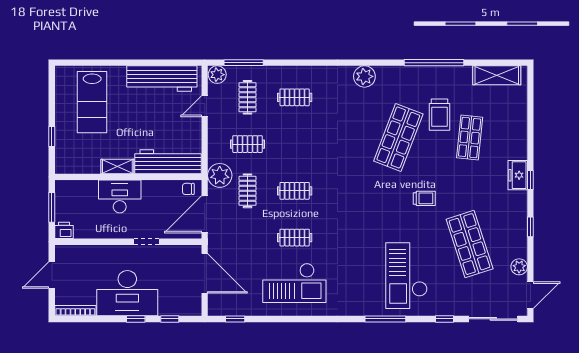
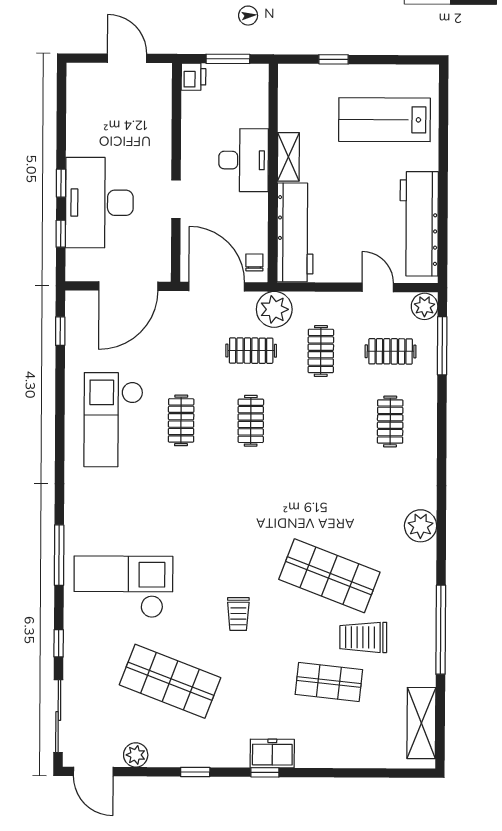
shop shelf: (470, 244) -> (170, 681), turned 39
desk: (127, 293) -> (99, 203), moved
bookcase: (75, 311) -> (74, 93), removed

